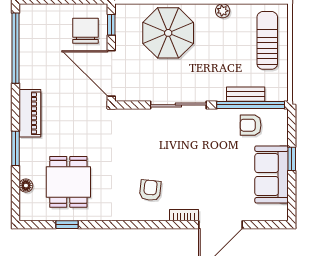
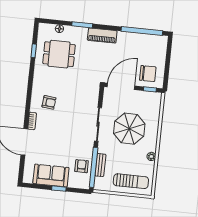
parasol: (168, 33) -> (129, 129), moved

